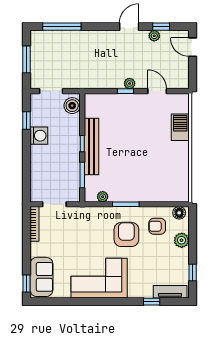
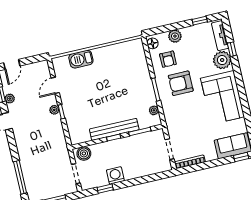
plant: (142, 288) -> (222, 60), added

